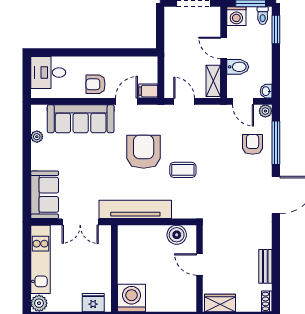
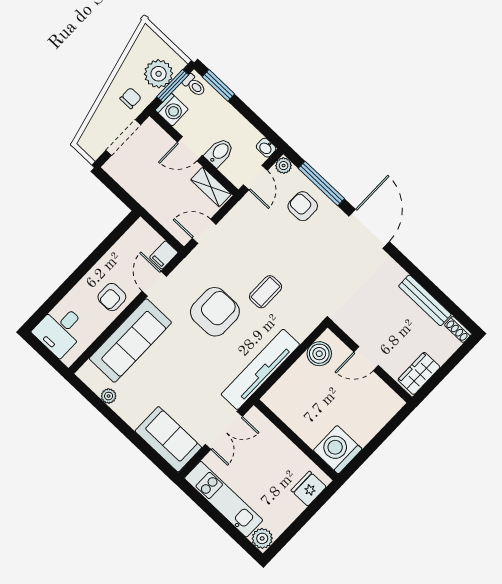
door: (243, 101) -> (255, 178), hinge flipped
armchair: (144, 152) -> (215, 312), turned 90
bench: (265, 266) -> (425, 300), width x1.36

